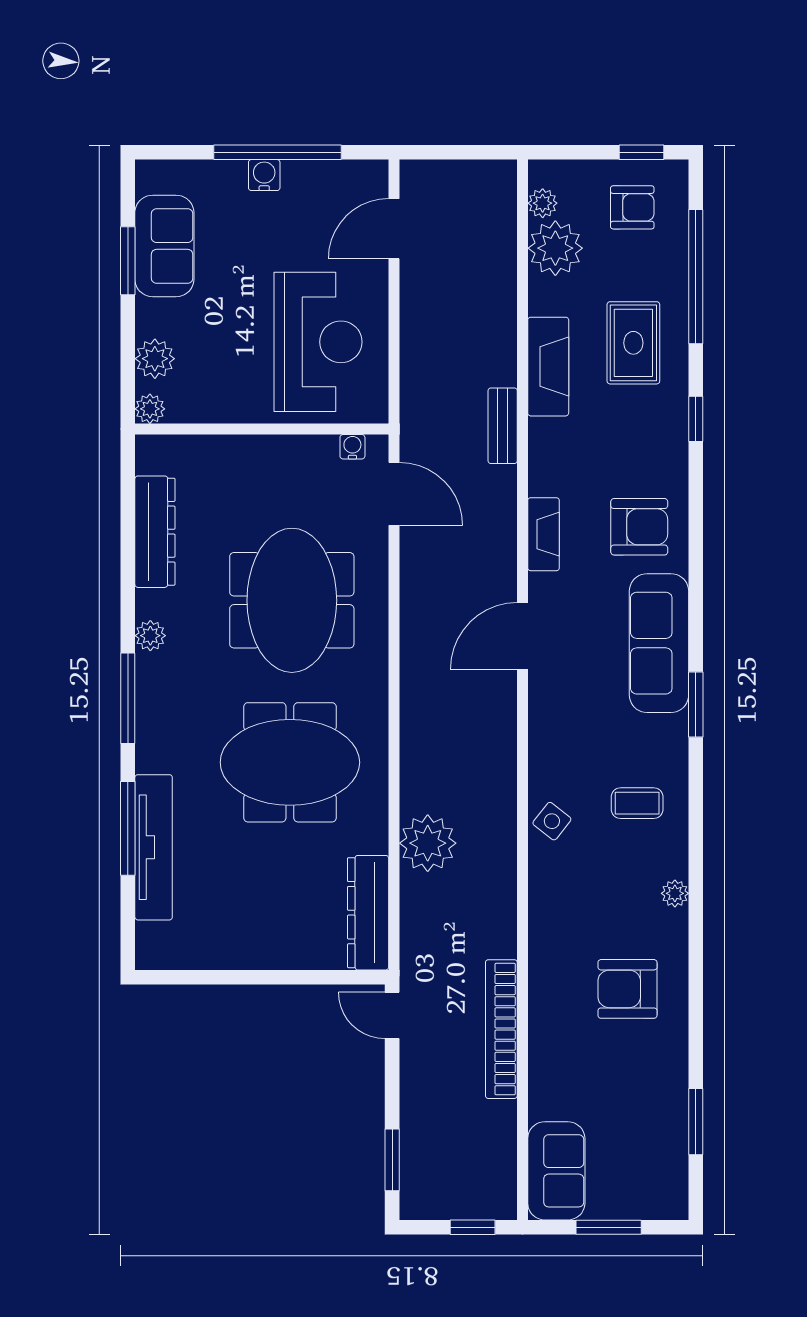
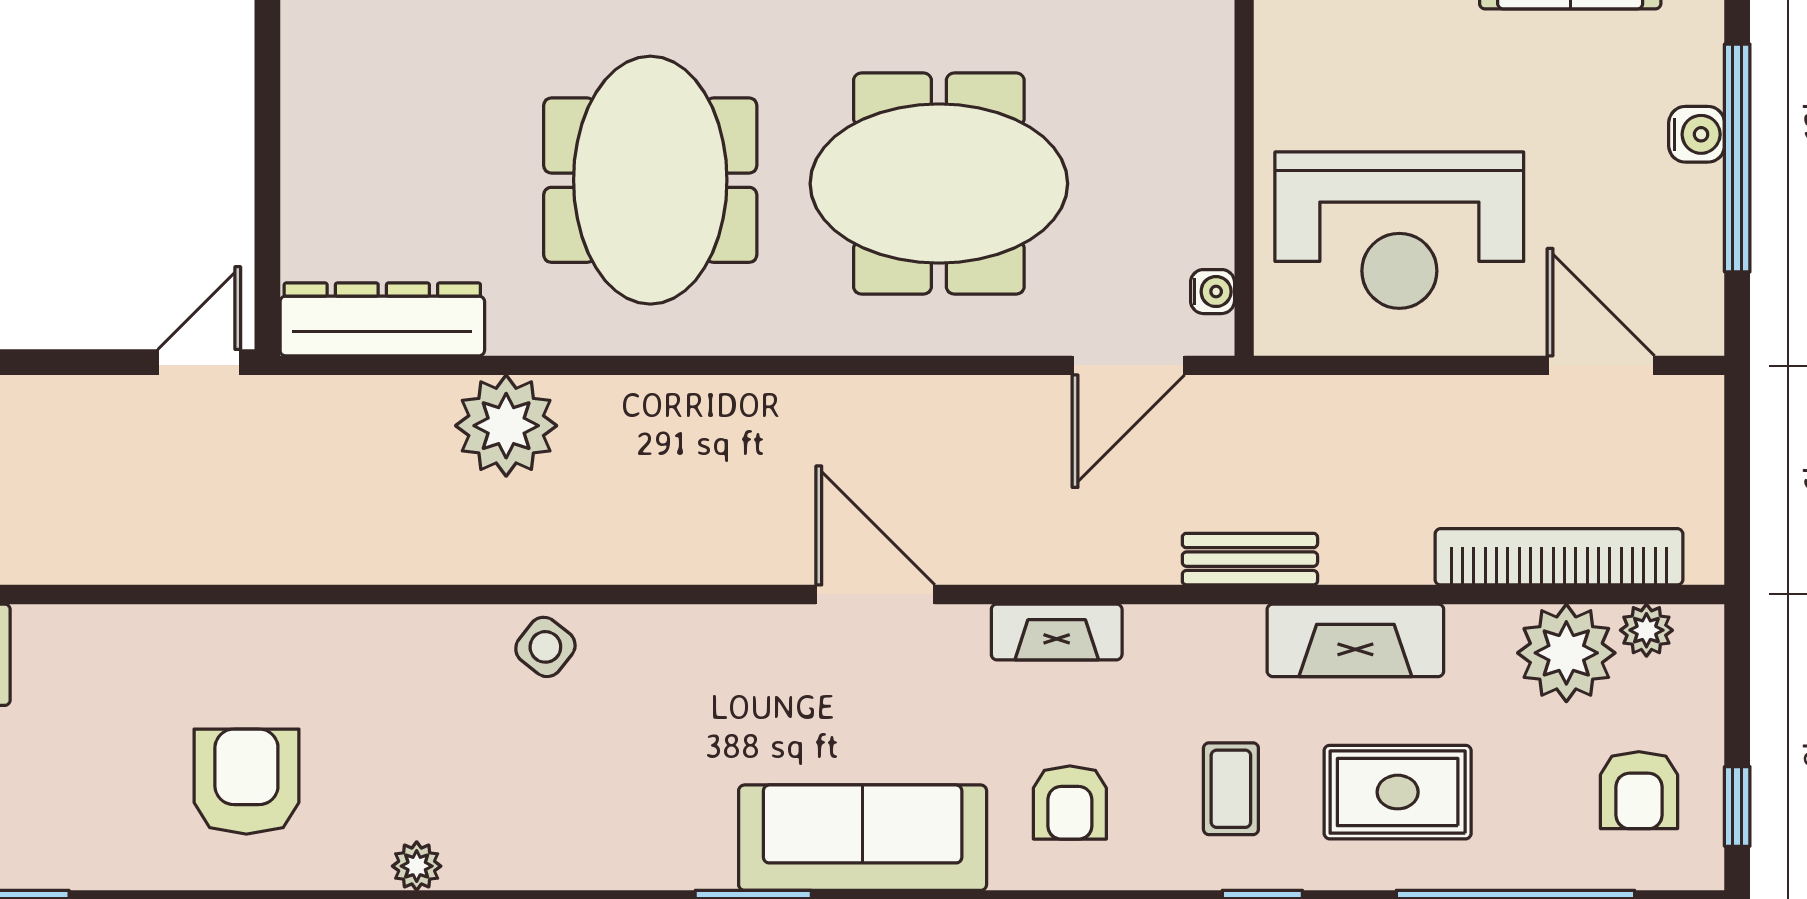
armchair: (639, 527) -> (1070, 803), width x0.72, depth x0.72
coffee table: (637, 803) -> (1231, 789), moved
bookcase: (501, 1029) -> (1559, 557), moved

